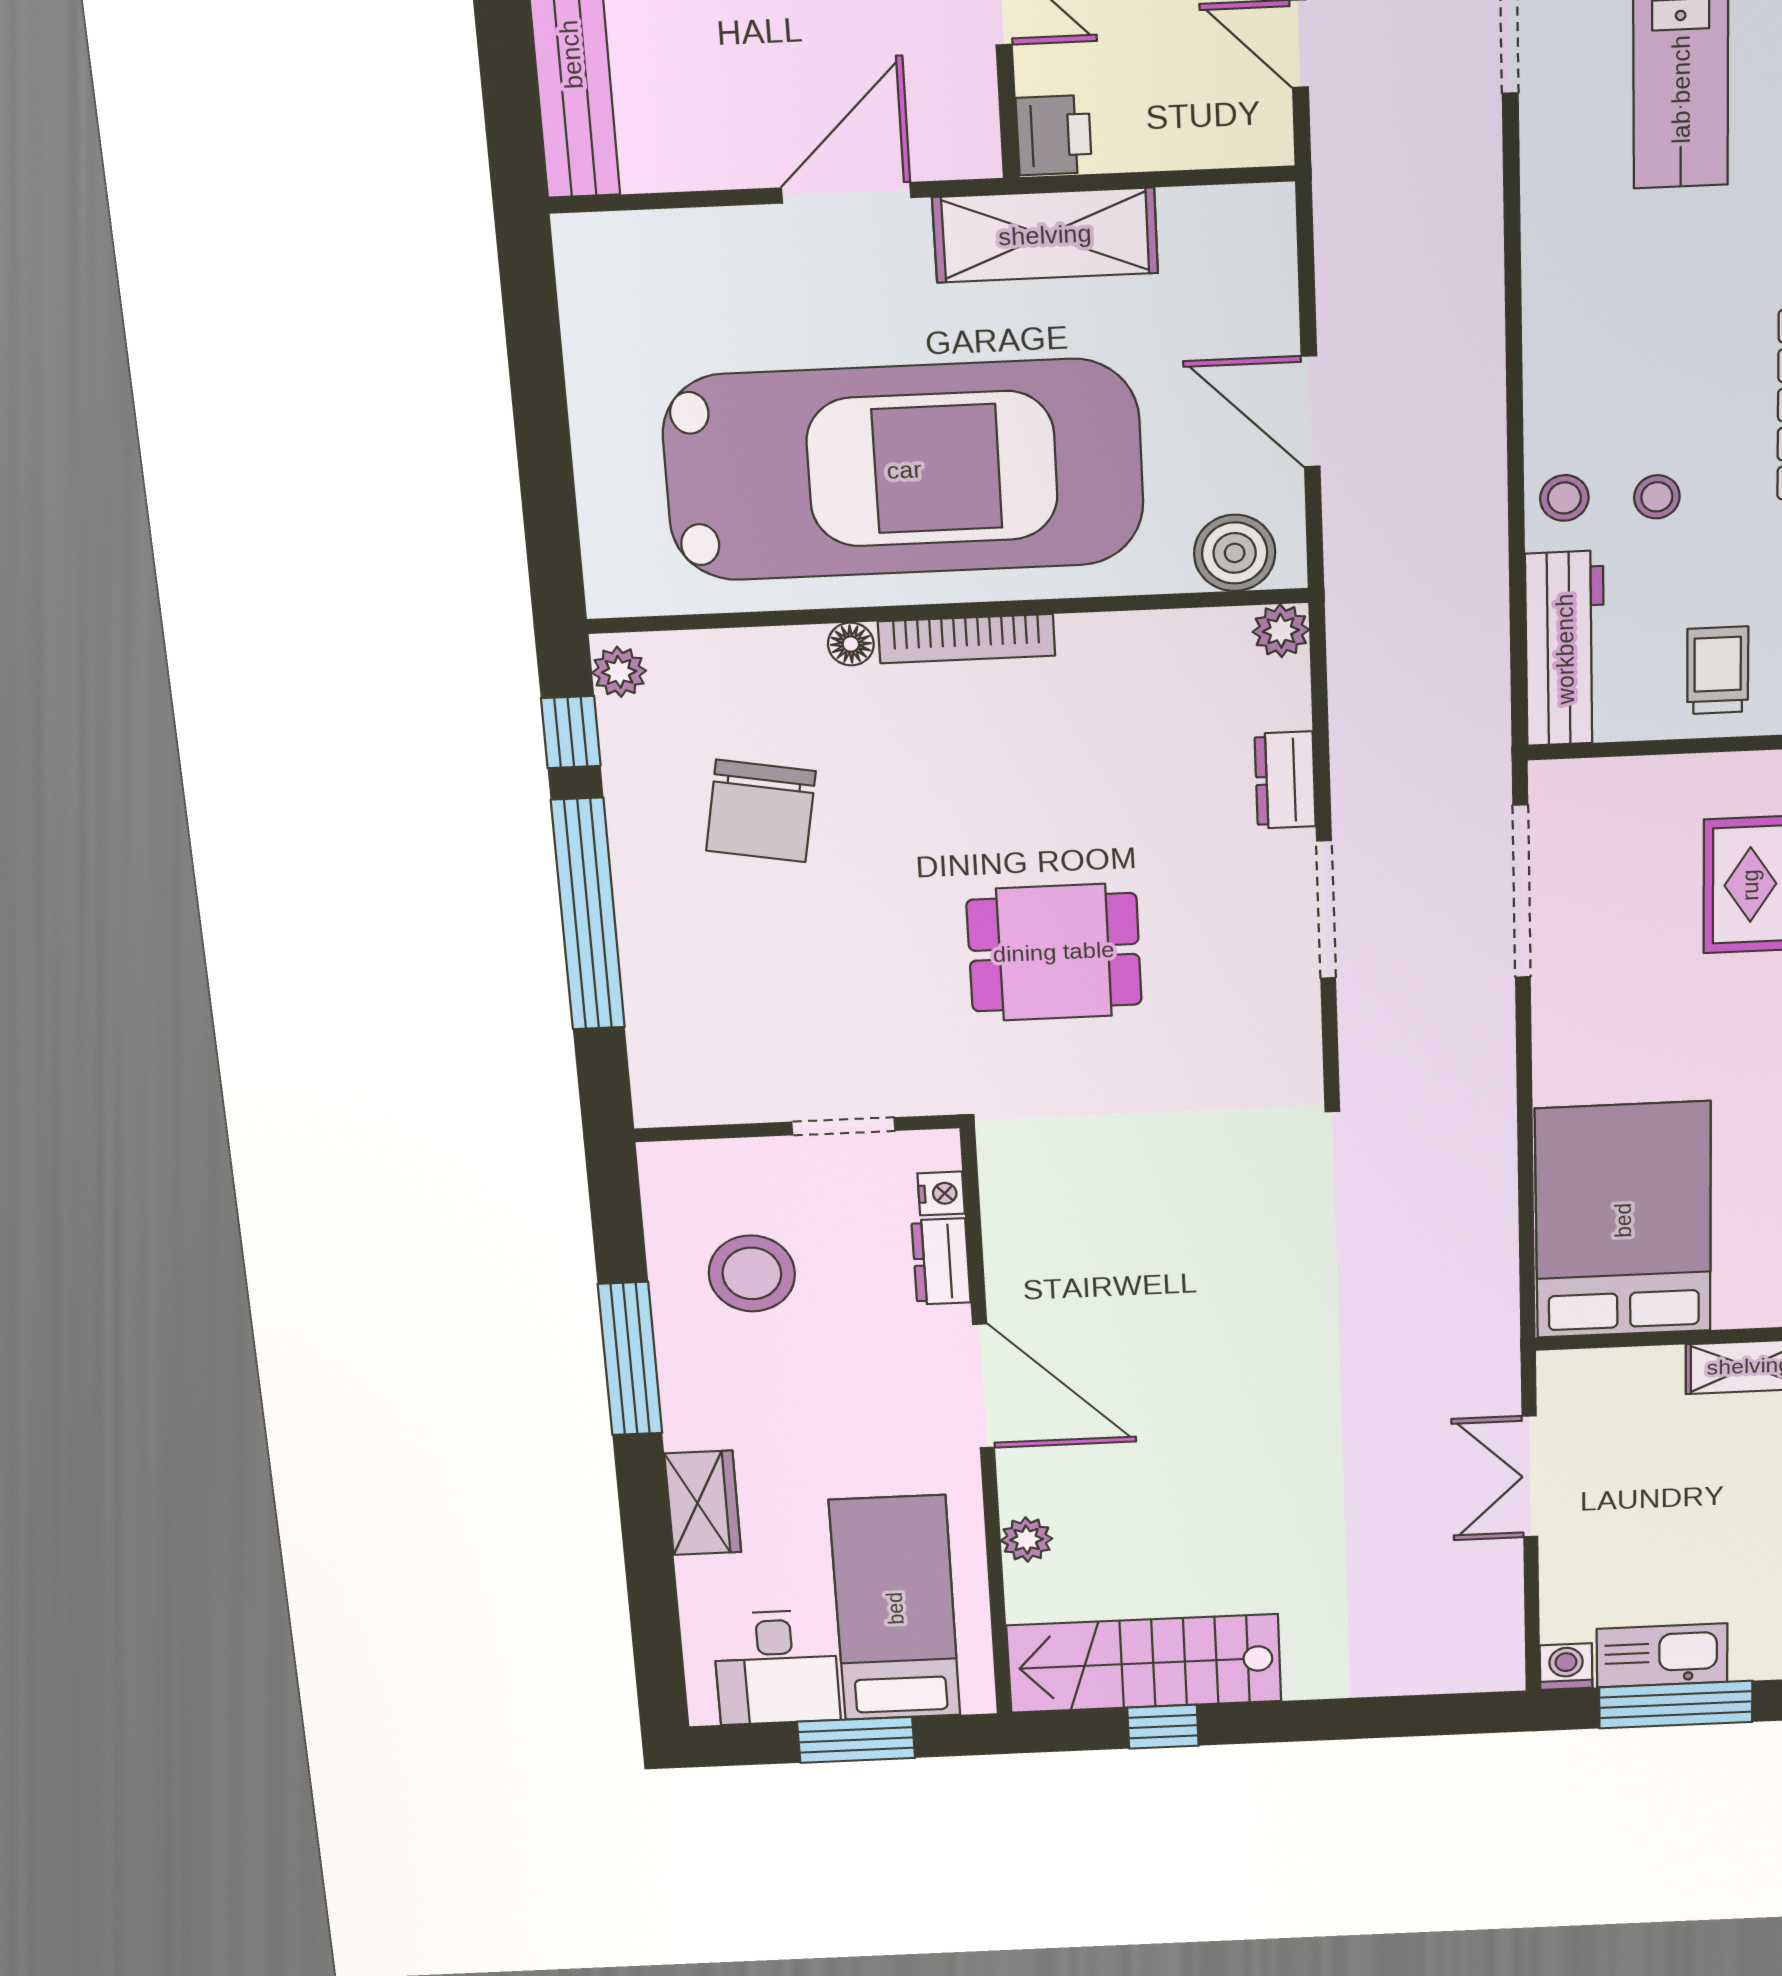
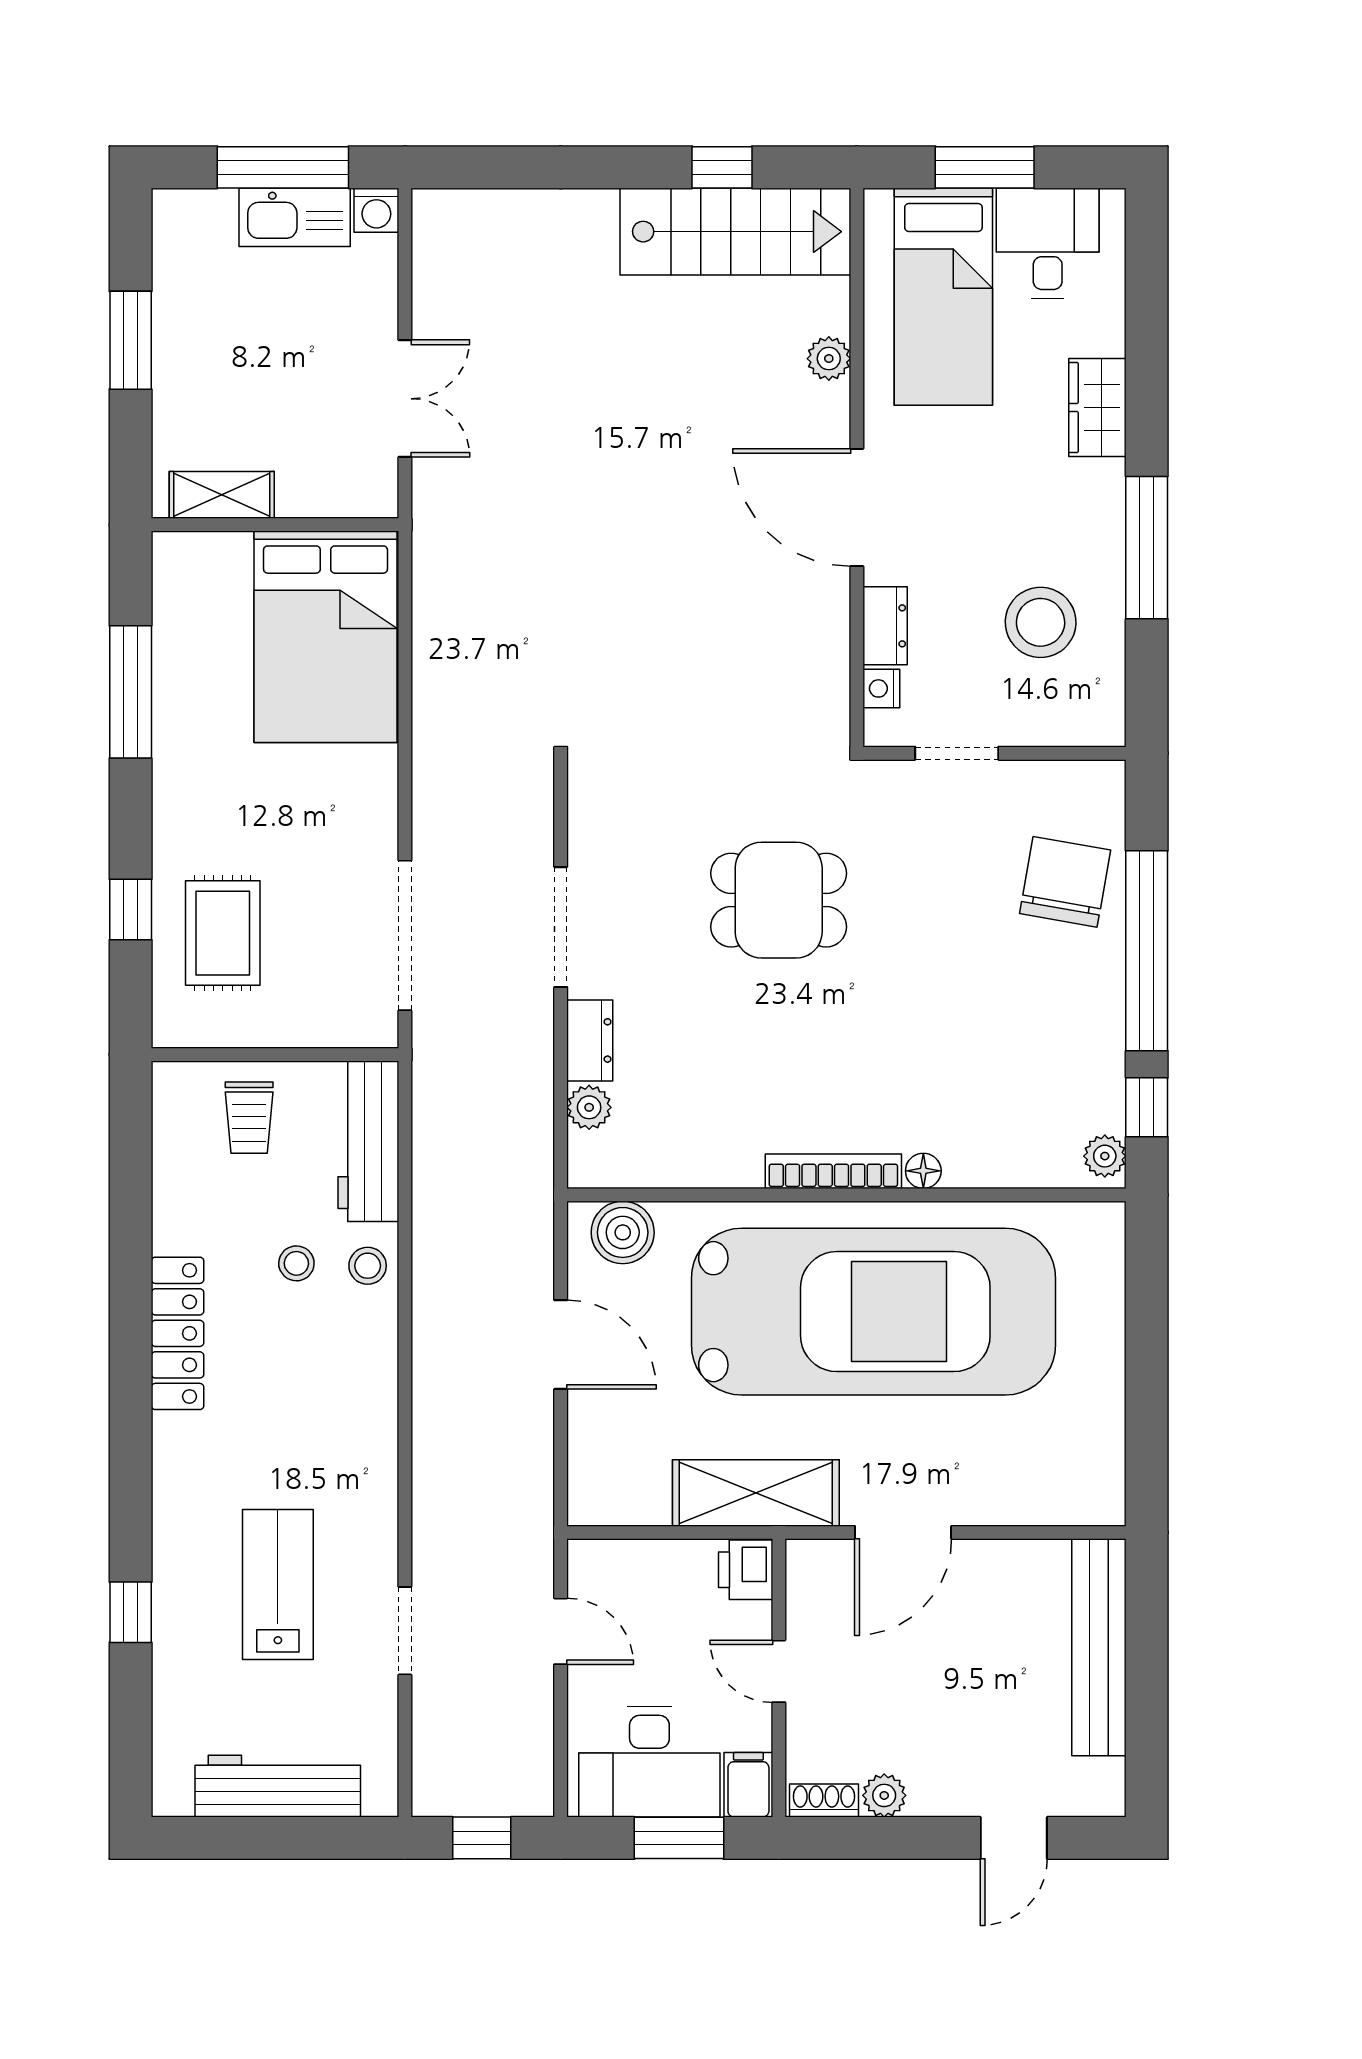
car: (904, 470) -> (874, 1312), turned 180
plant: (1281, 631) -> (589, 1107), moved
chair: (761, 811) -> (1065, 882), moved

